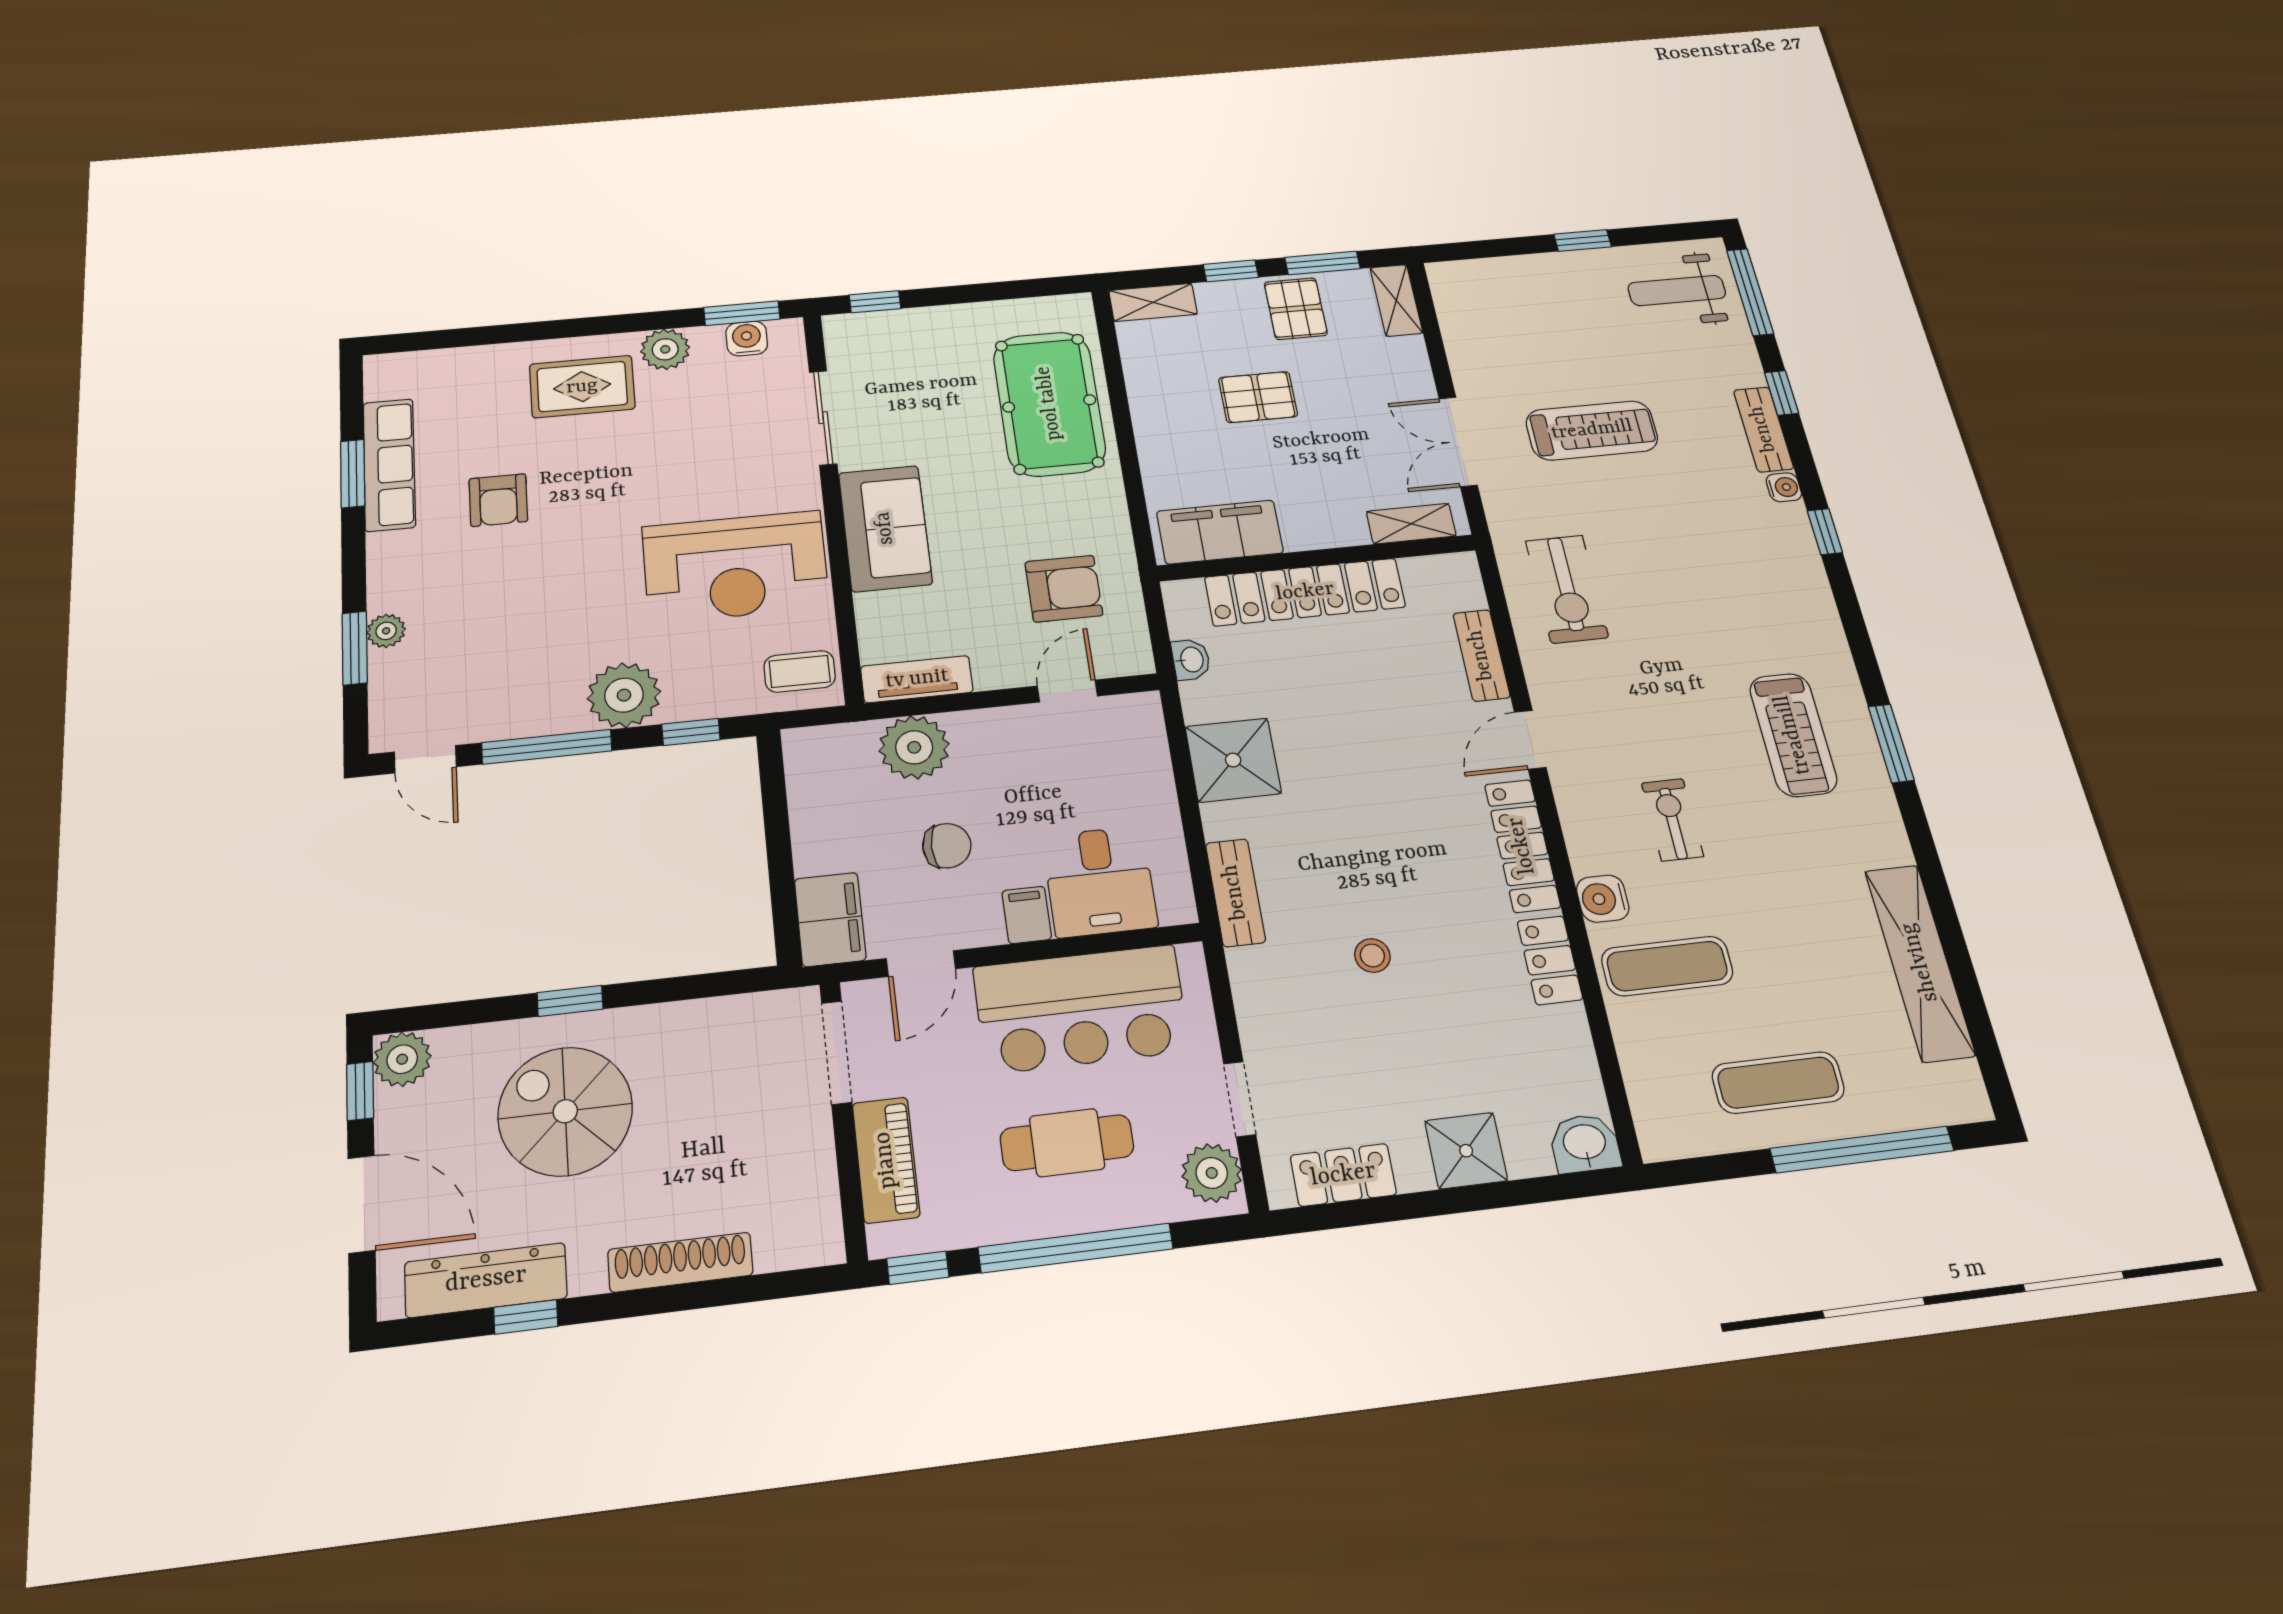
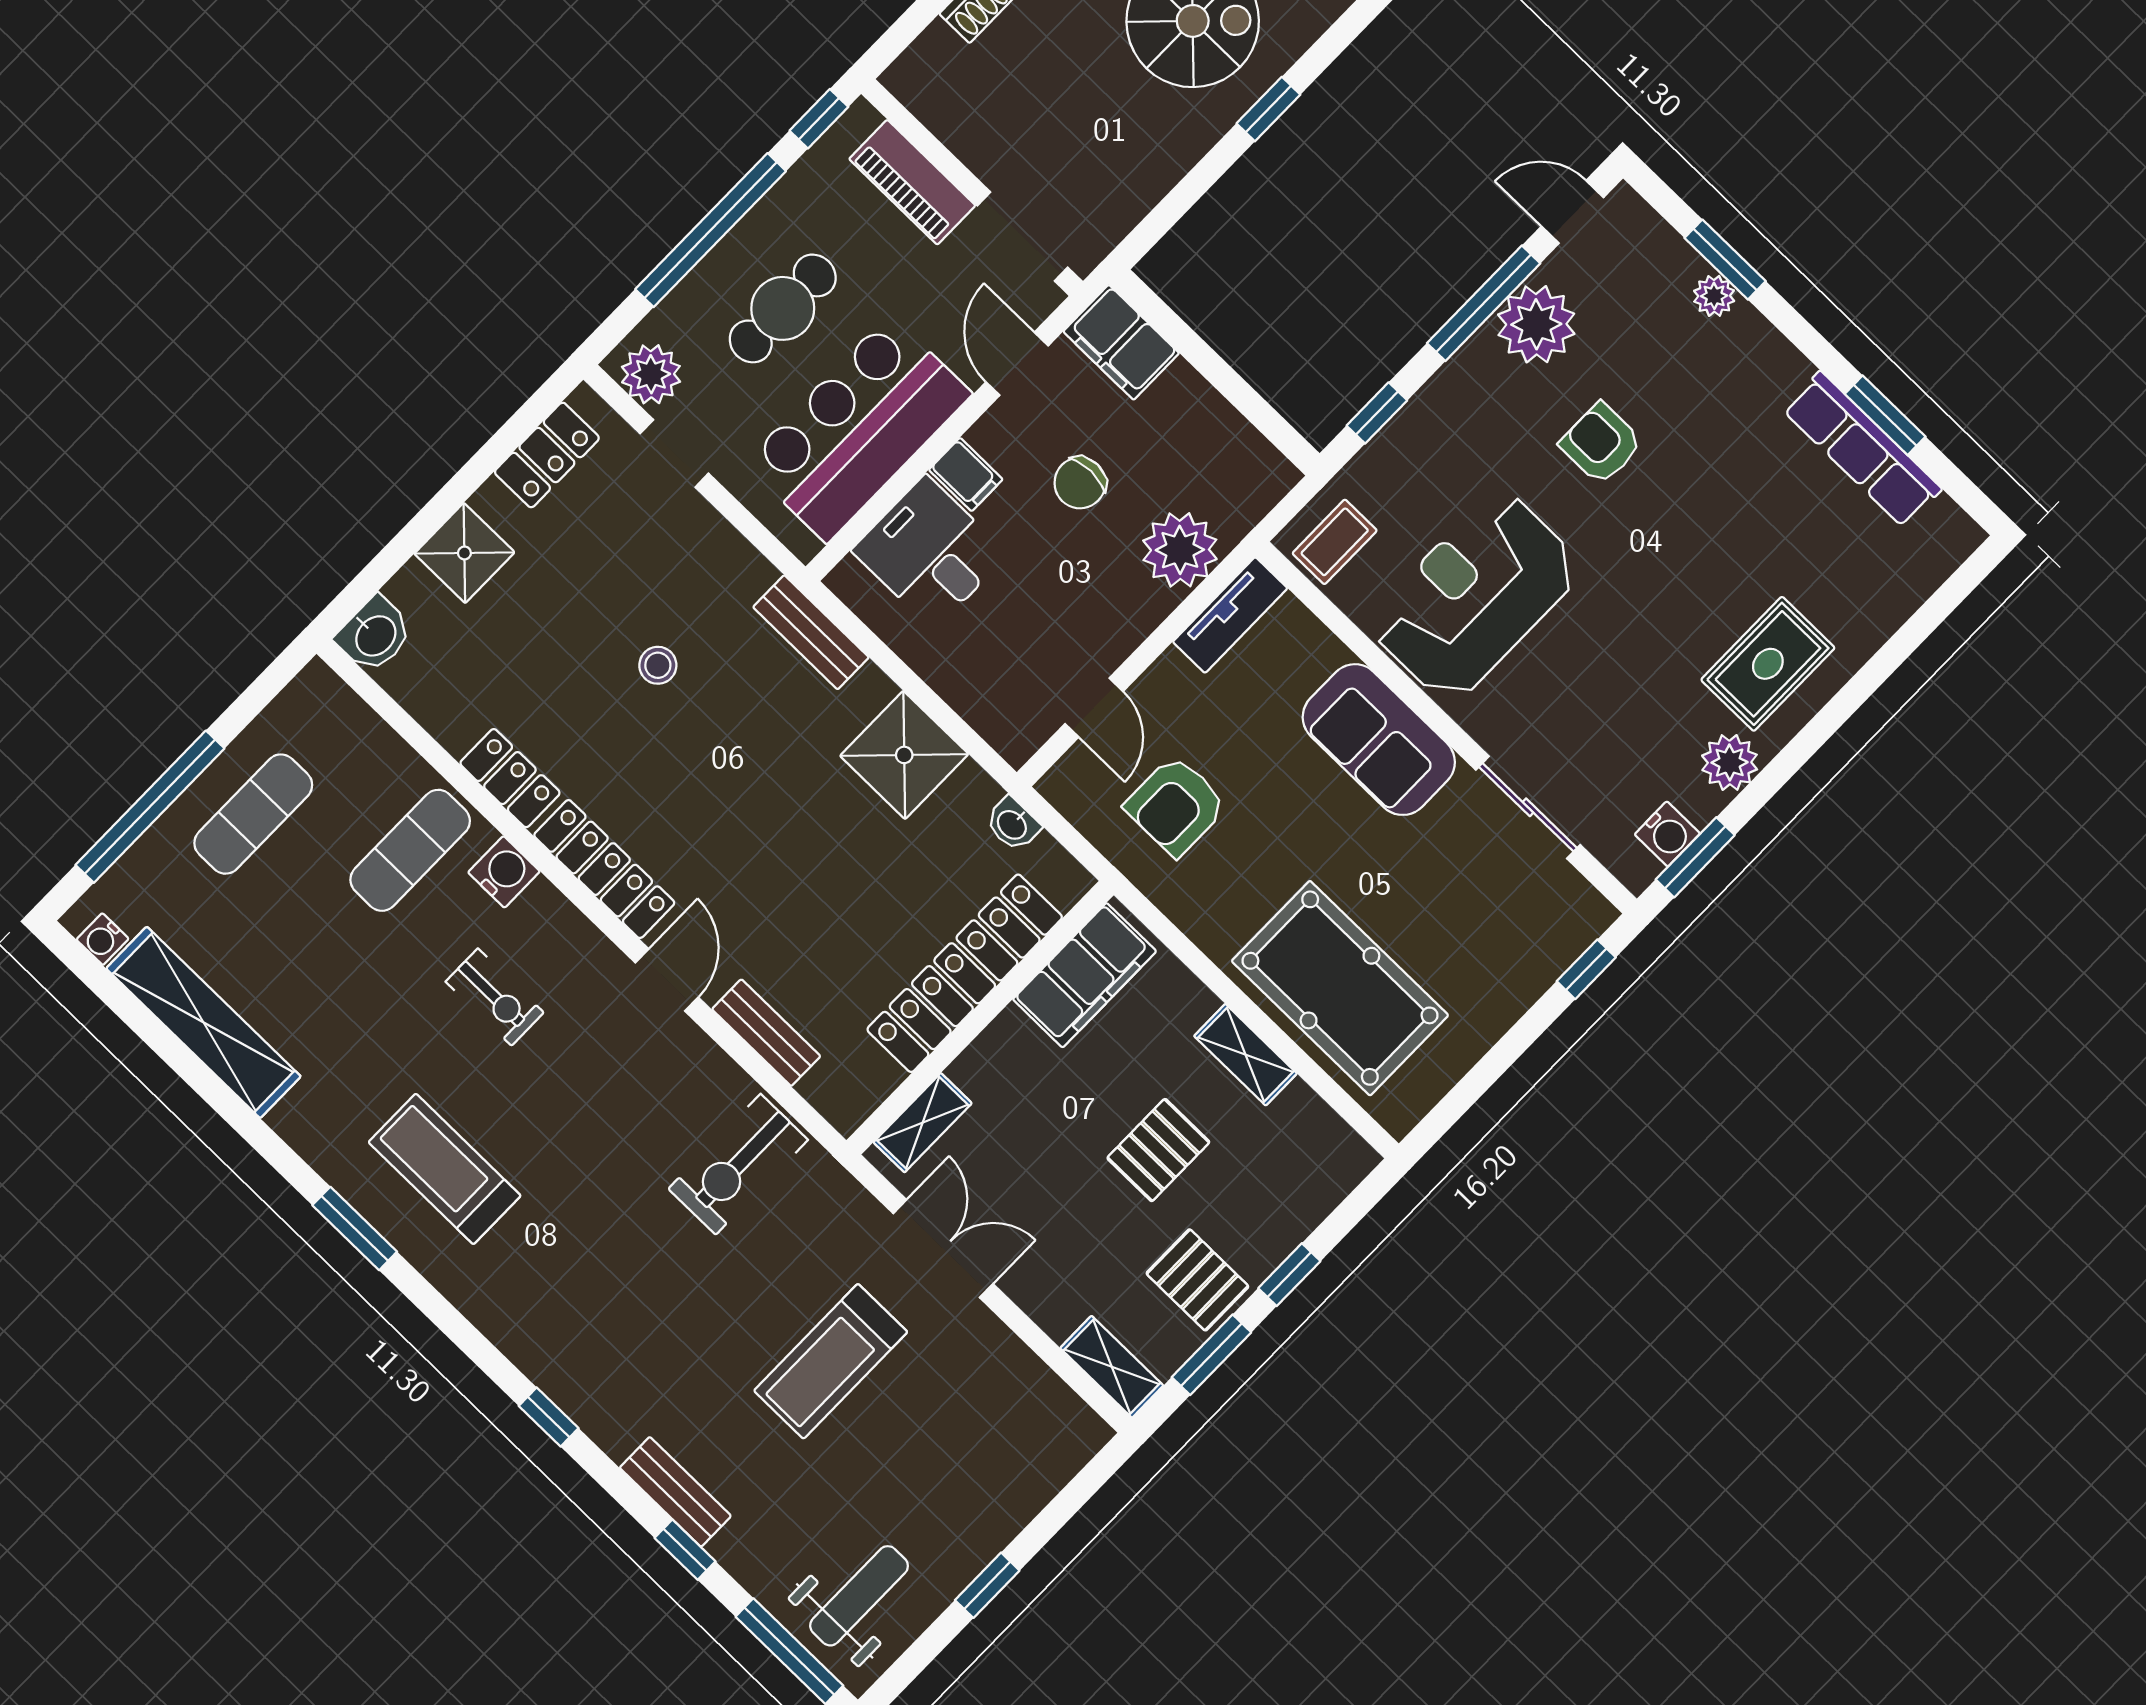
shelving: (1153, 302) -> (1246, 1055), moved, turned 90
water cooler: (1784, 487) -> (103, 939), moved
armchair: (498, 500) -> (1601, 444), moved
exercise bike: (1567, 589) -> (738, 1164), turned -90
plant: (624, 695) -> (1536, 324), moved

